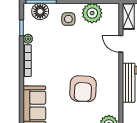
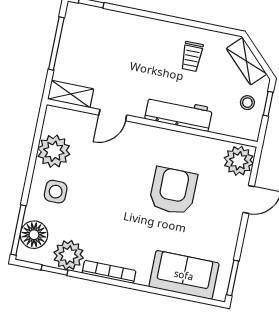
plant: (28, 39) -> (69, 255), width x1.88, depth x1.88
armchair: (83, 89) -> (173, 191), turned -93

